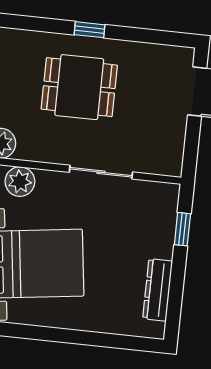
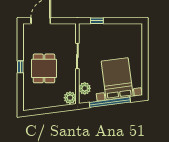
dresser: (158, 290) -> (122, 28), removed

